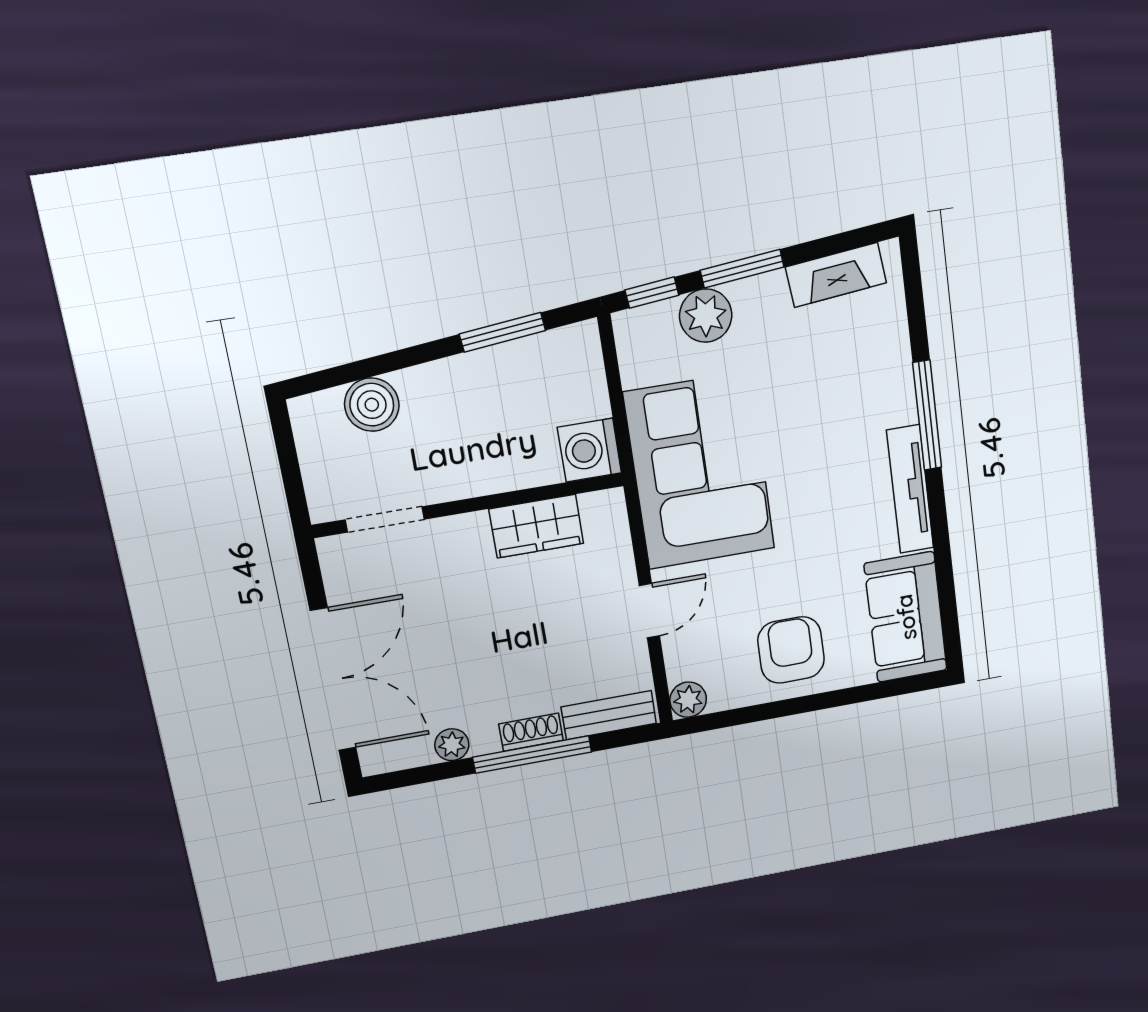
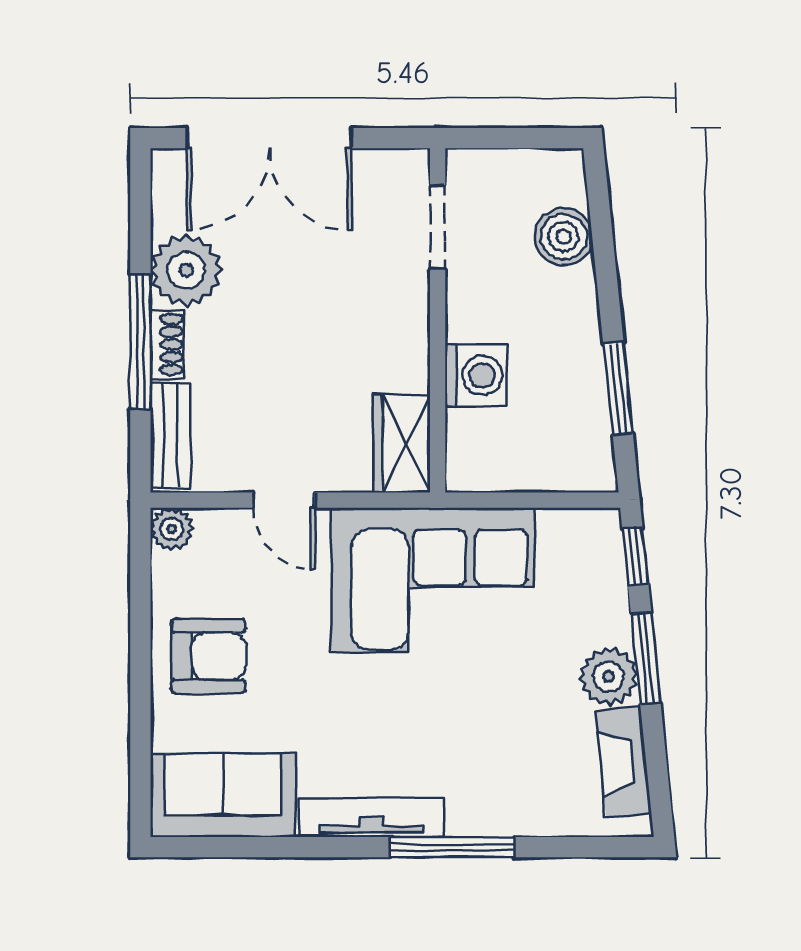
plant: (706, 316) -> (608, 677), moved
washing machine: (589, 450) -> (476, 375), moved, turned 90
wardrobe: (536, 526) -> (402, 444), moved
plant: (452, 745) -> (186, 270), width x1.87, depth x1.87

